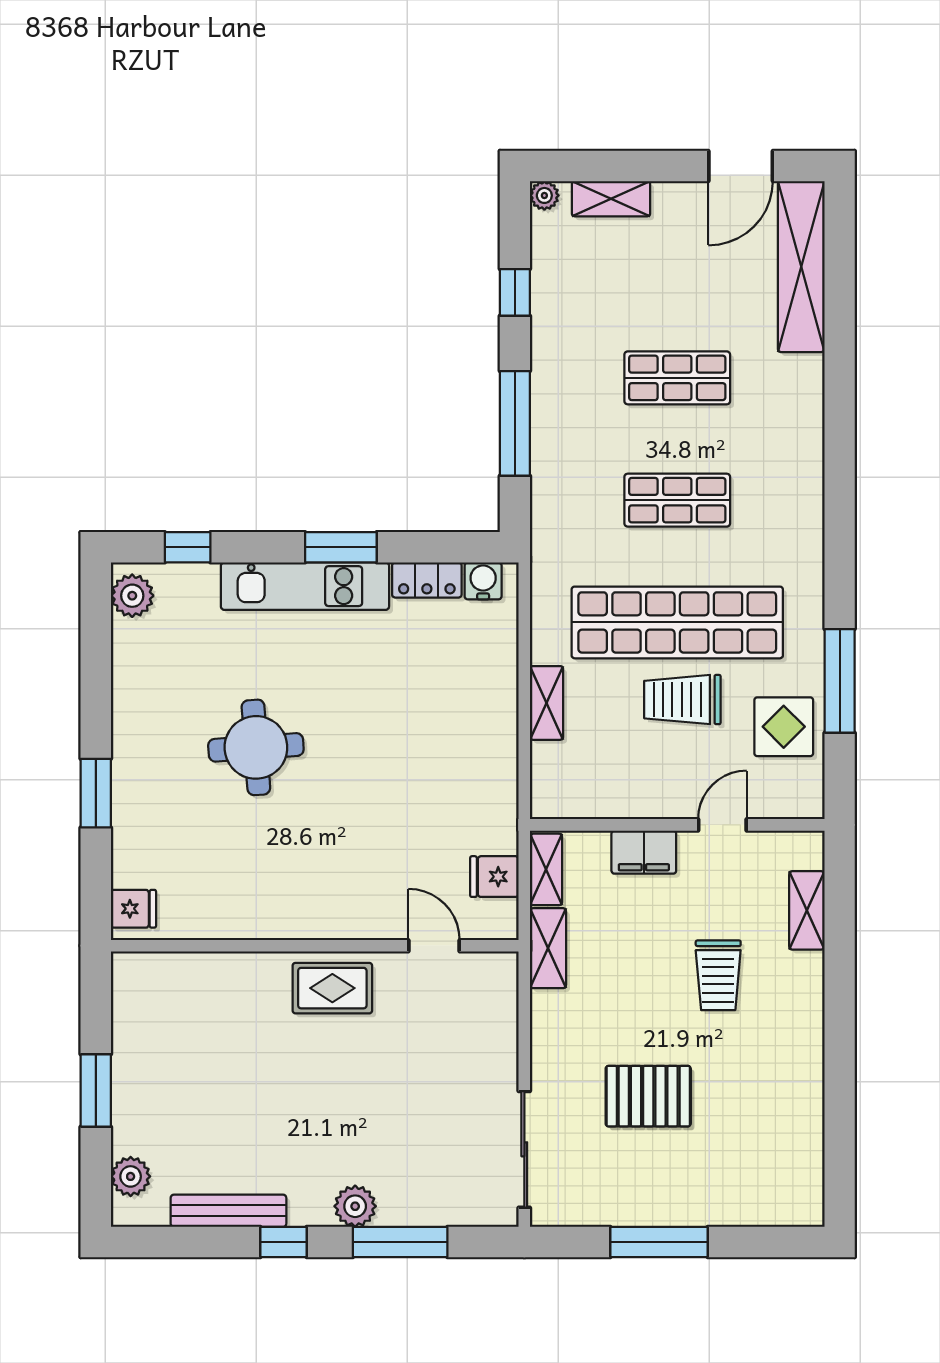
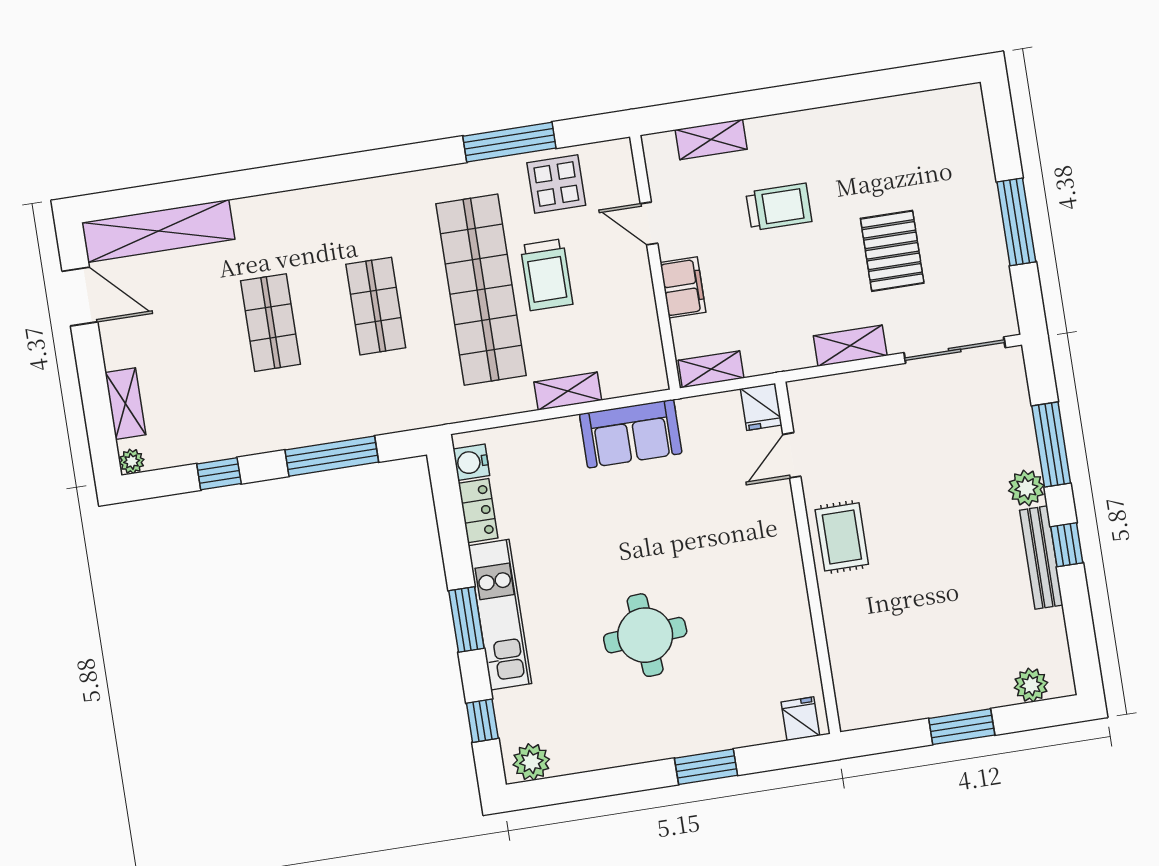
window: (341, 547) -> (466, 619), moved
sofa: (487, 767) -> (631, 434), added
fridge: (494, 877) -> (761, 407), moved
shelving: (548, 948) -> (850, 346), moved
bench: (228, 1211) -> (1041, 558), moved

